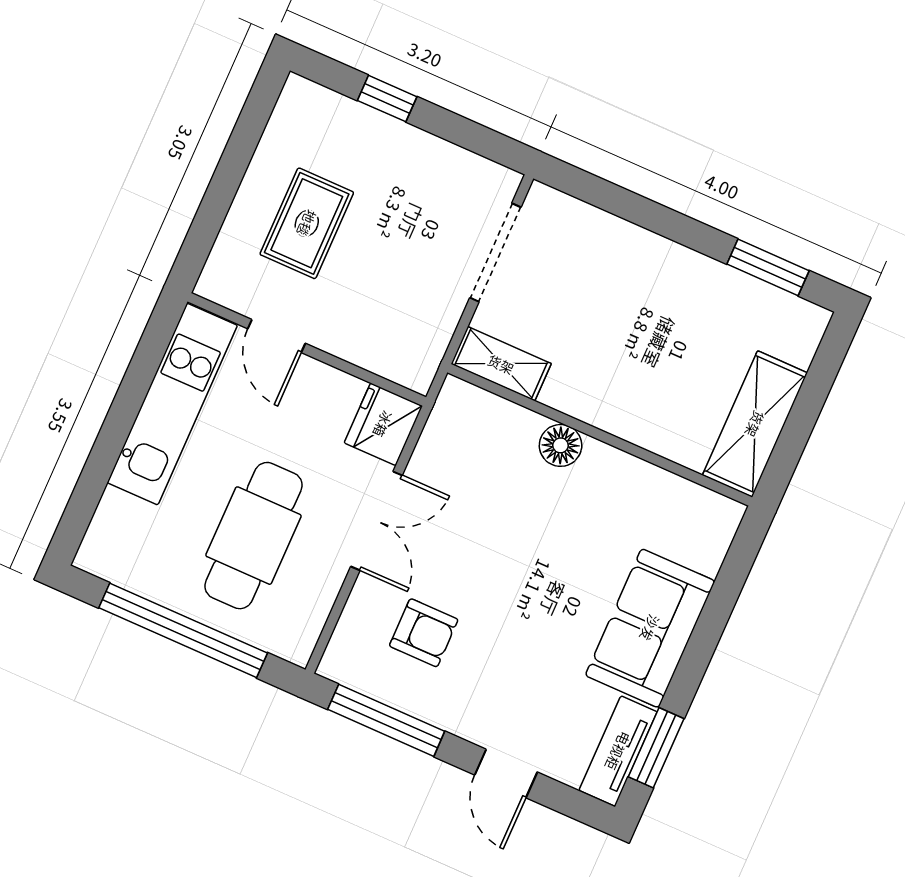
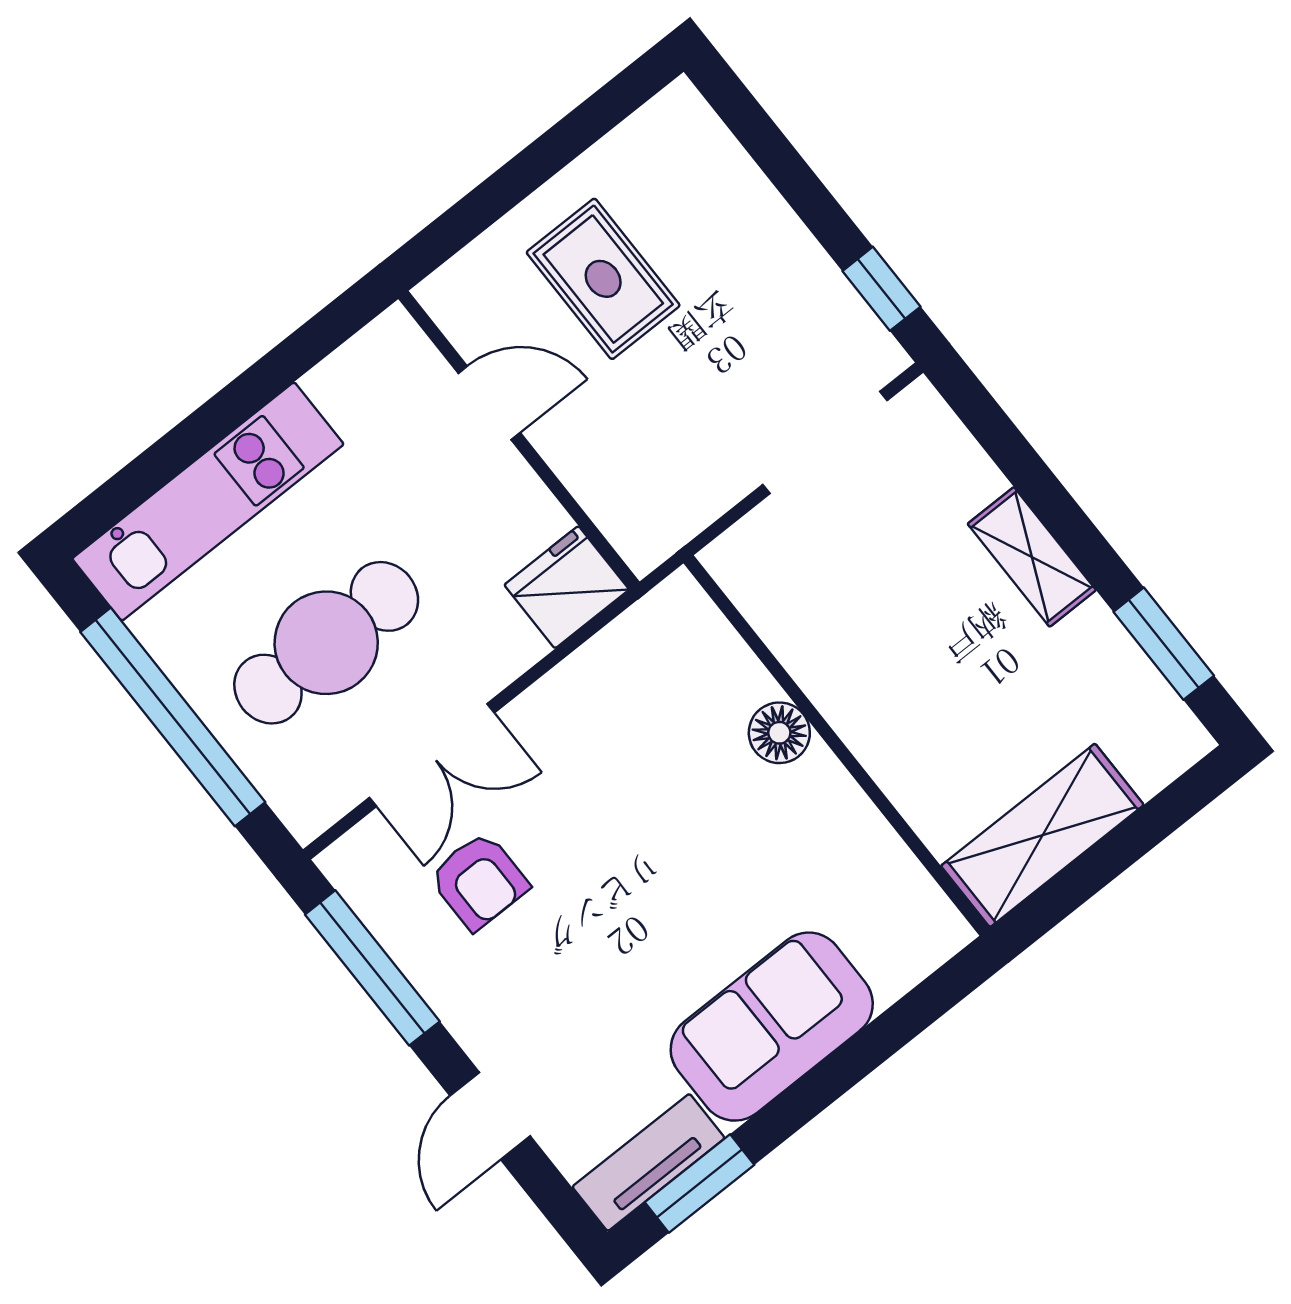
window: (387, 99) -> (881, 289), moved
rug: (307, 223) -> (603, 279), turned 90
door: (277, 336) -> (489, 403), swing flipped
shelving: (501, 364) -> (1032, 557), moved
kitchen unit: (172, 404) -> (208, 501), moved
double door: (376, 521) -> (432, 755), moved

